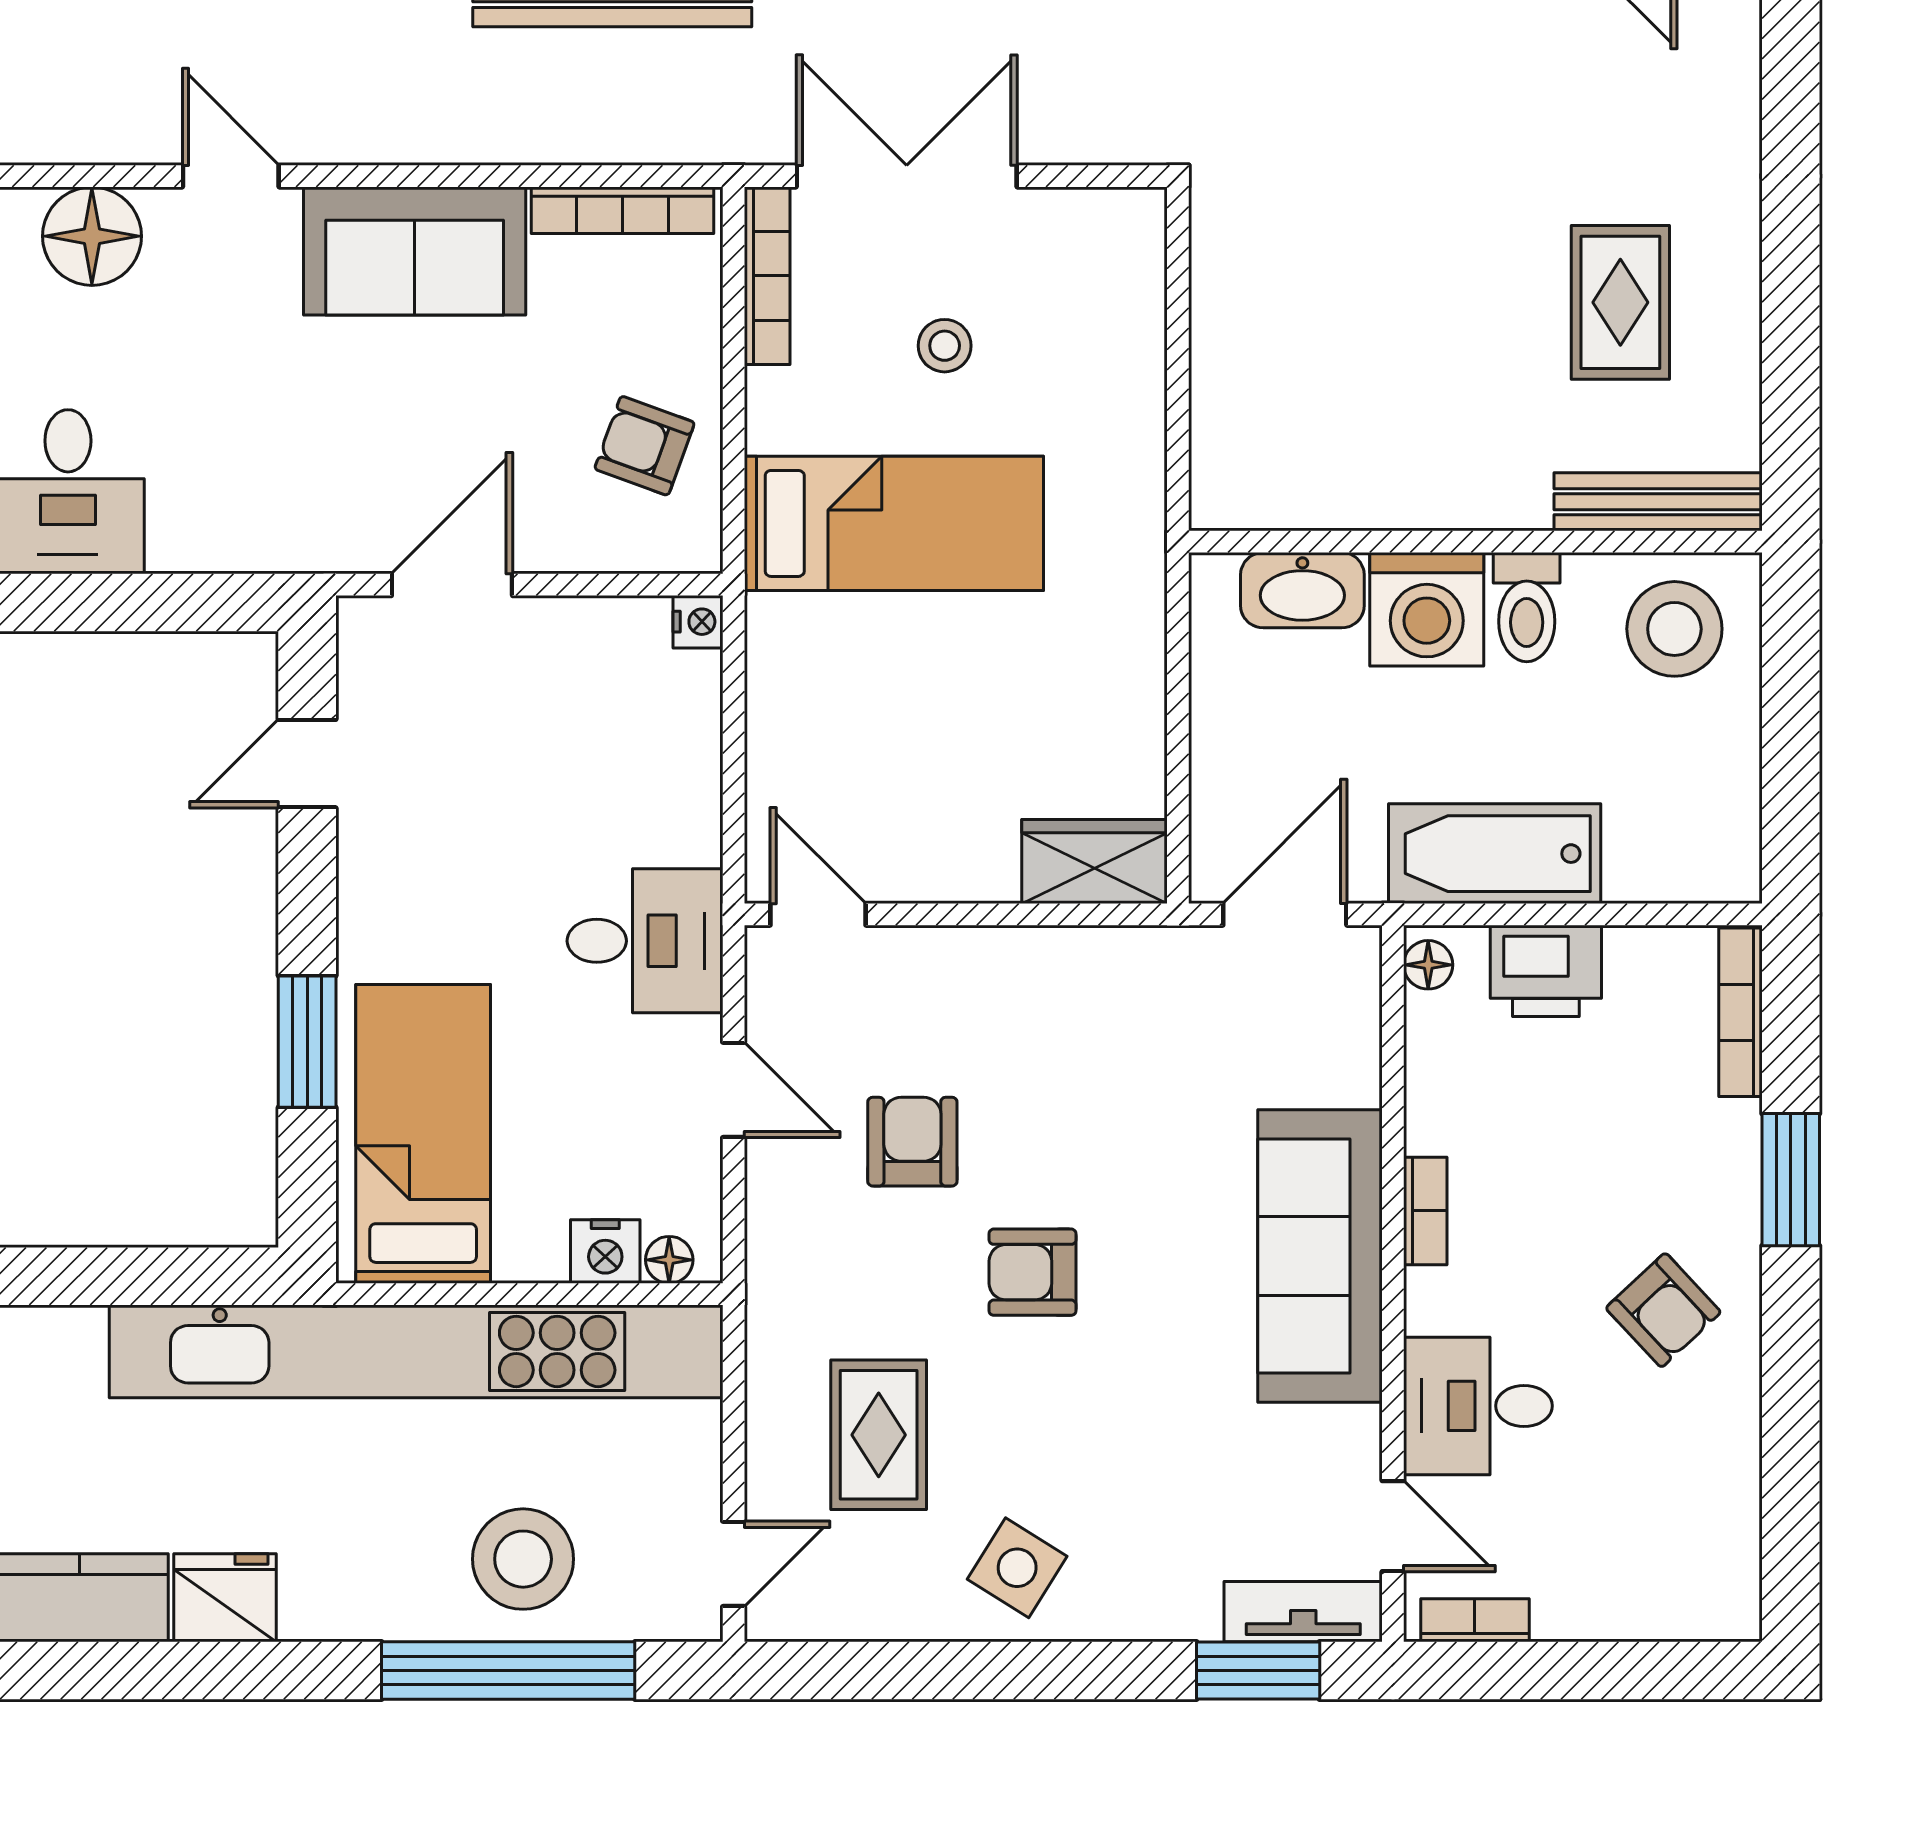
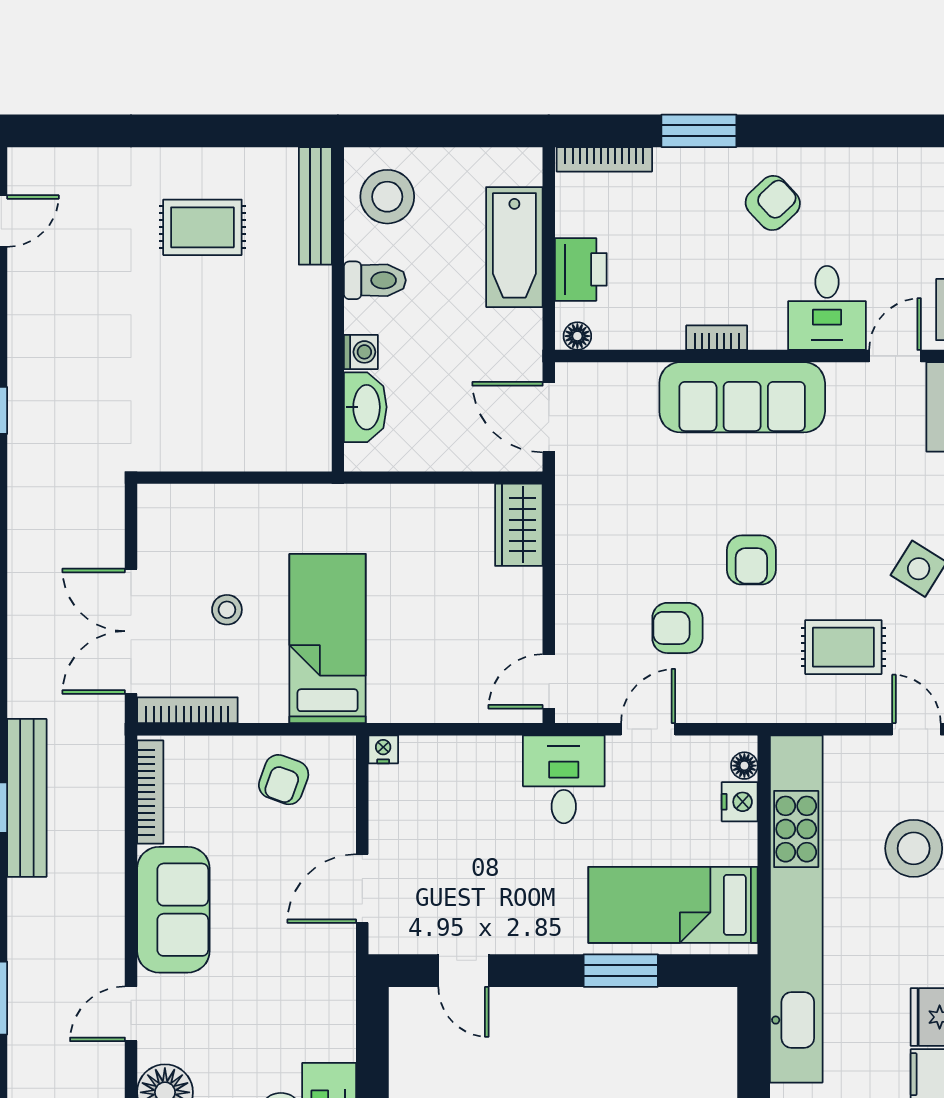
door: (452, 585) -> (362, 889), hinge flipped
washing machine: (1427, 609) -> (361, 352), width x0.53, depth x0.53
bathtub: (1495, 854) -> (514, 247), moved

